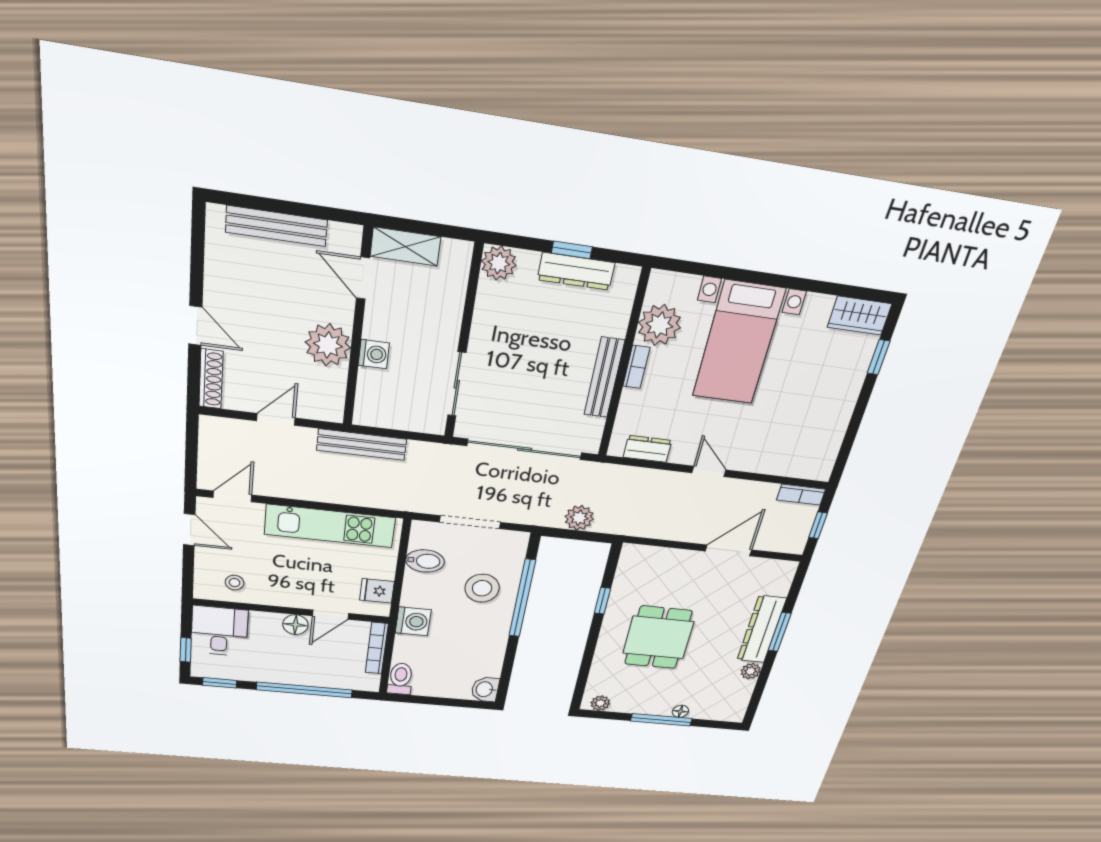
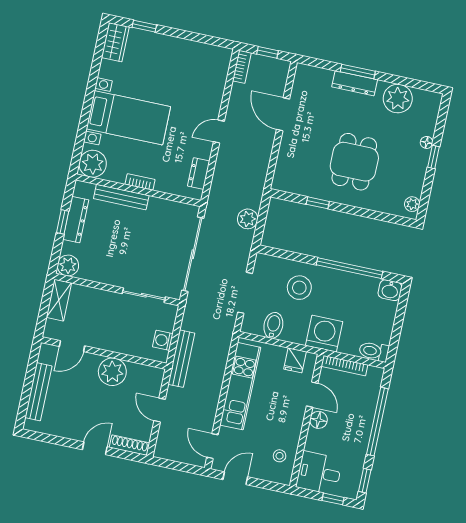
shelving: (405, 247) -> (59, 300), moved
plant: (659, 325) -> (93, 164), moved
washing machine: (374, 354) -> (163, 340), moved, turned -90
bench: (604, 378) -> (121, 197), moved
window: (522, 598) -> (349, 268), moved
washing machine: (413, 621) -> (324, 334), width x1.37, depth x1.37
dresser: (762, 629) -> (355, 83), width x0.73, depth x0.80
dining table: (658, 637) -> (354, 162), turned 90
plant: (751, 671) -> (398, 99), width x1.87, depth x1.87
window: (661, 720) -> (434, 157), width x0.46

